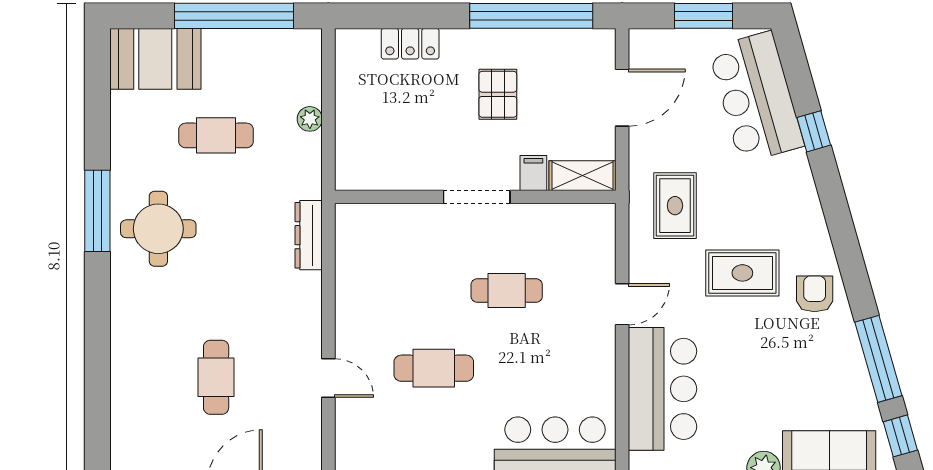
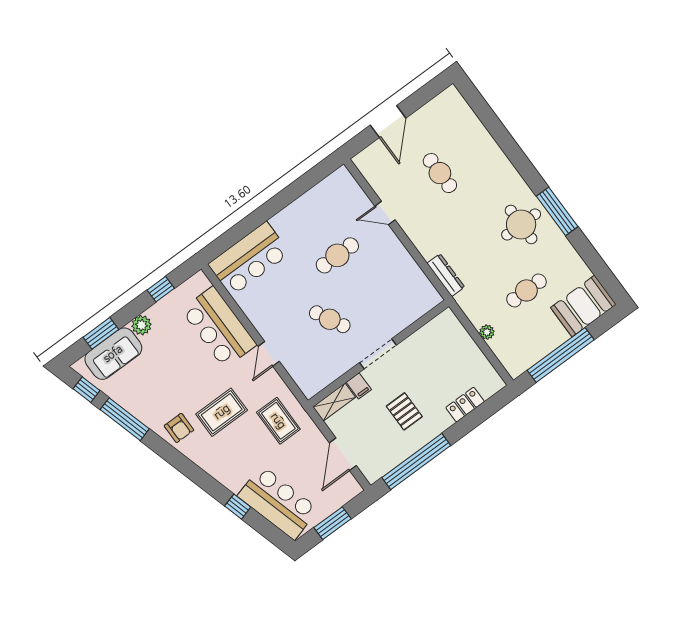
cafe table: (507, 291) -> (330, 319), turned 62

